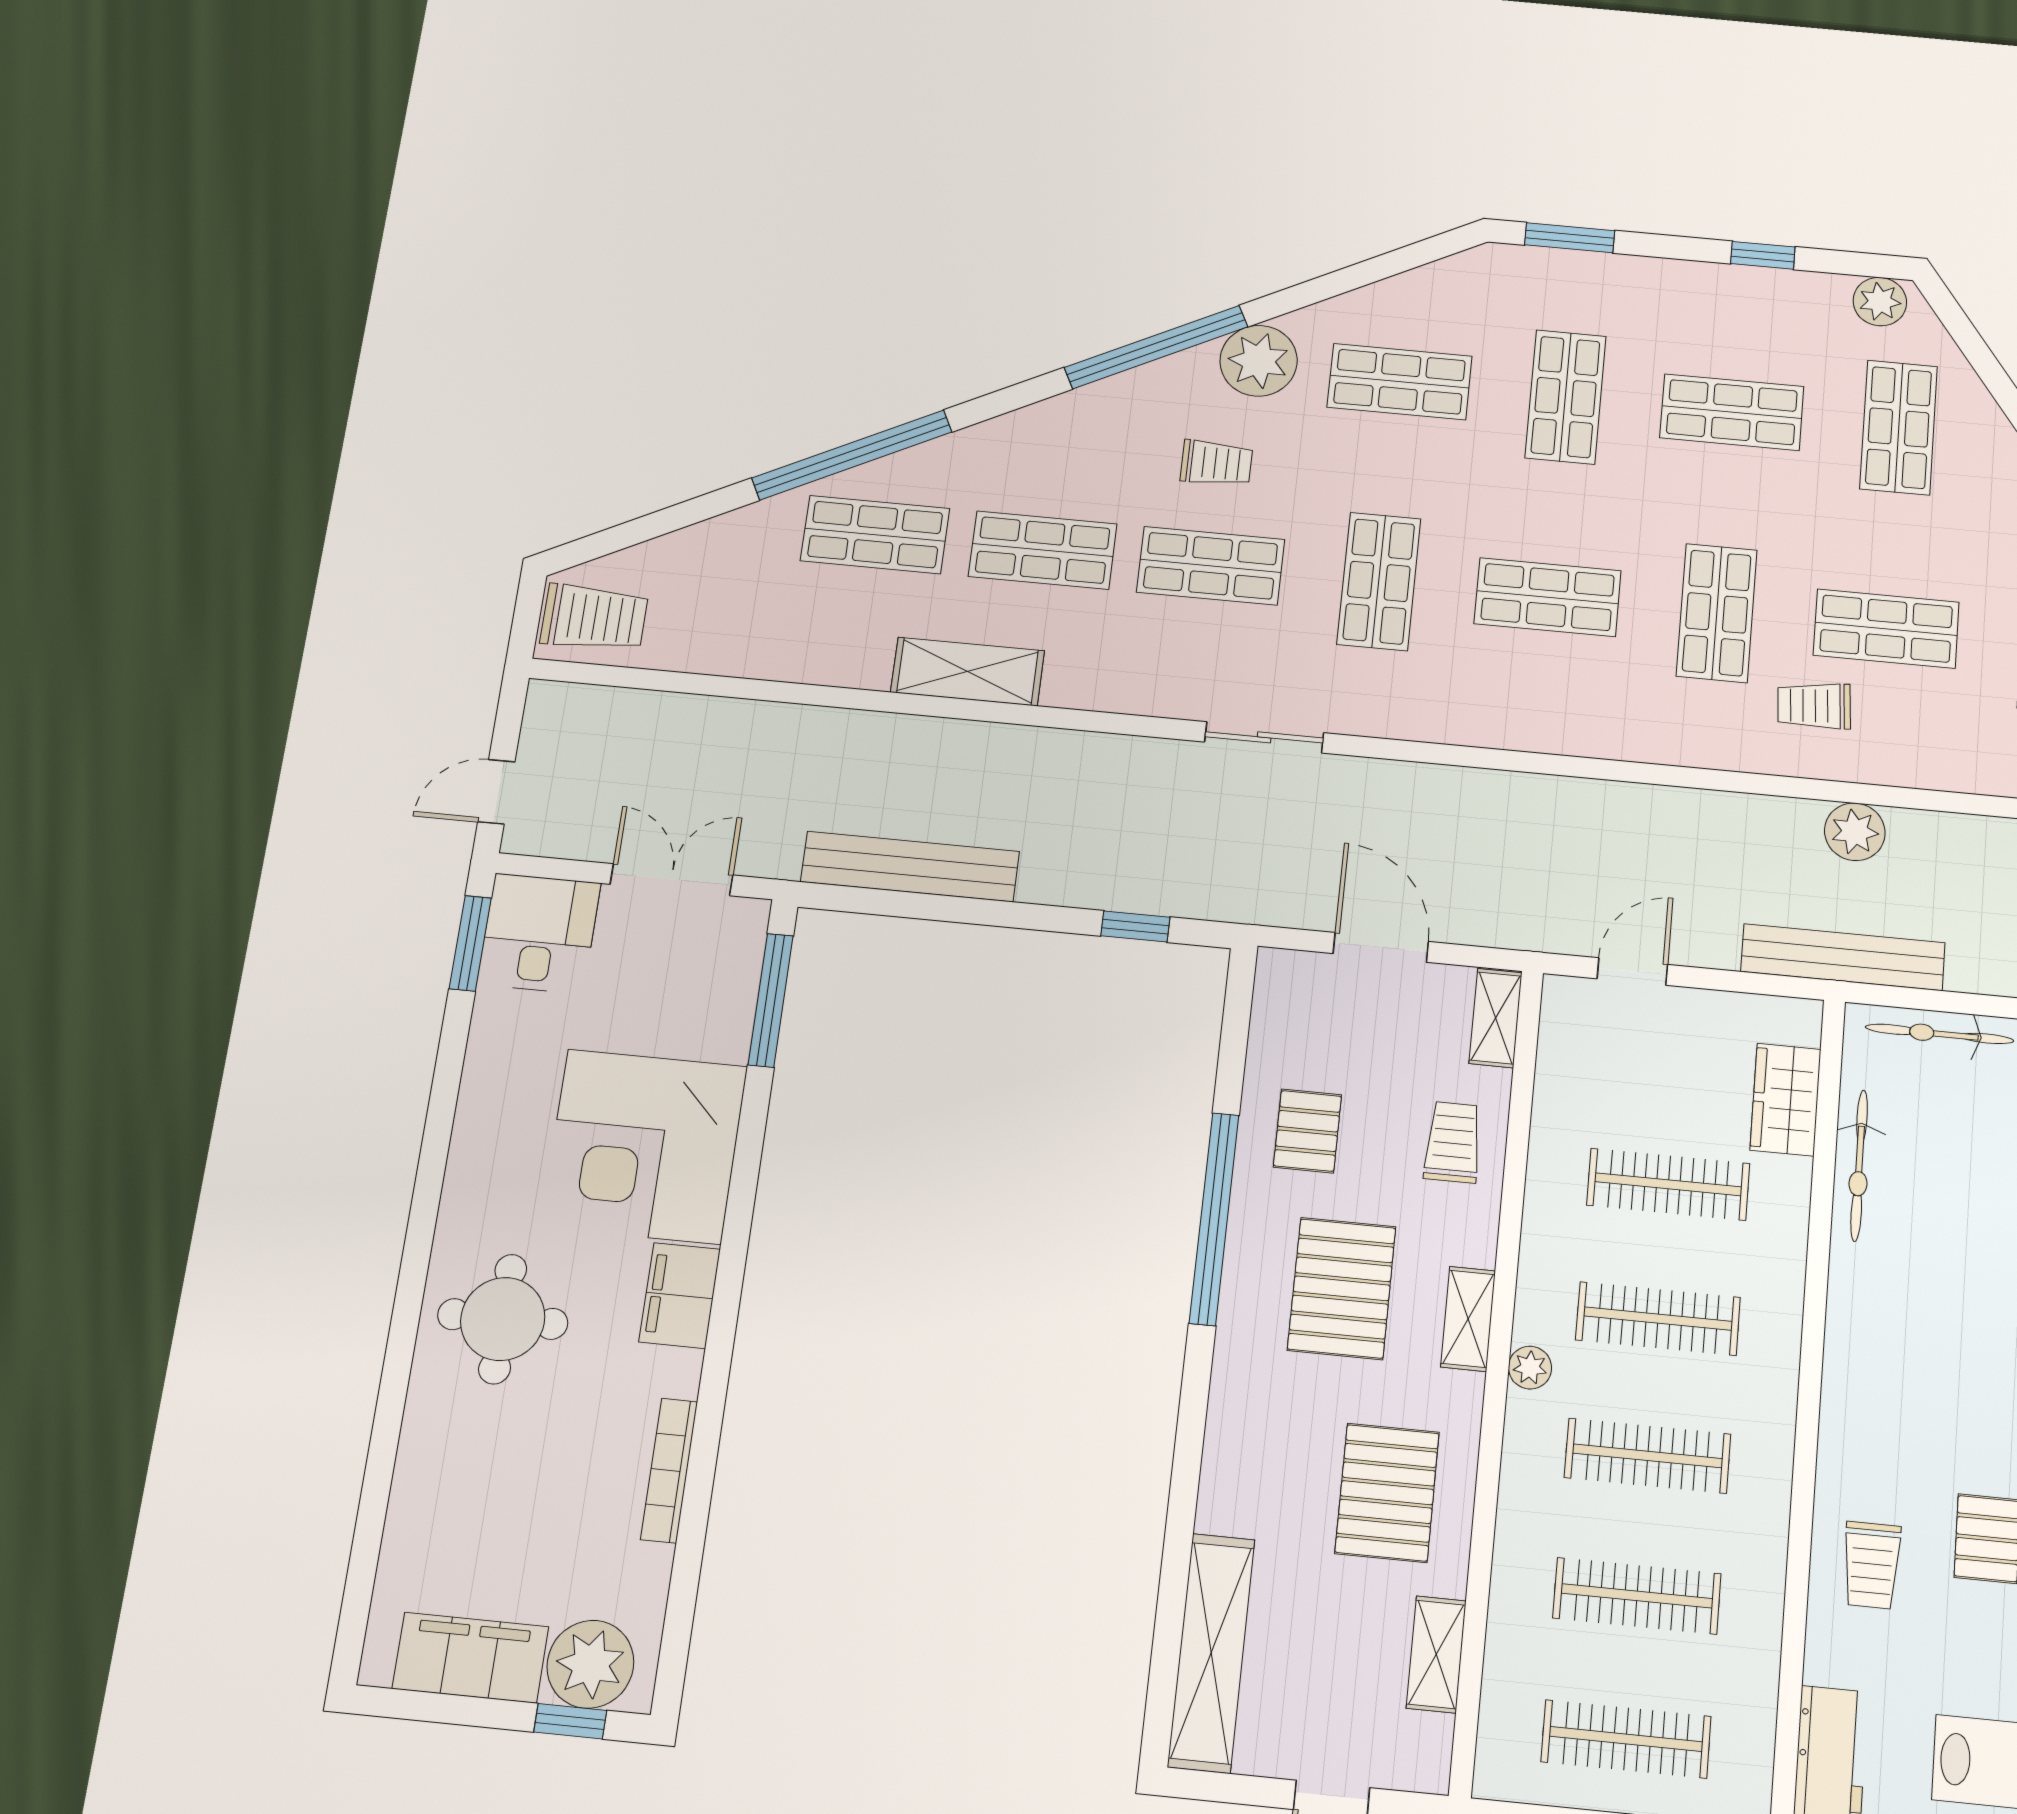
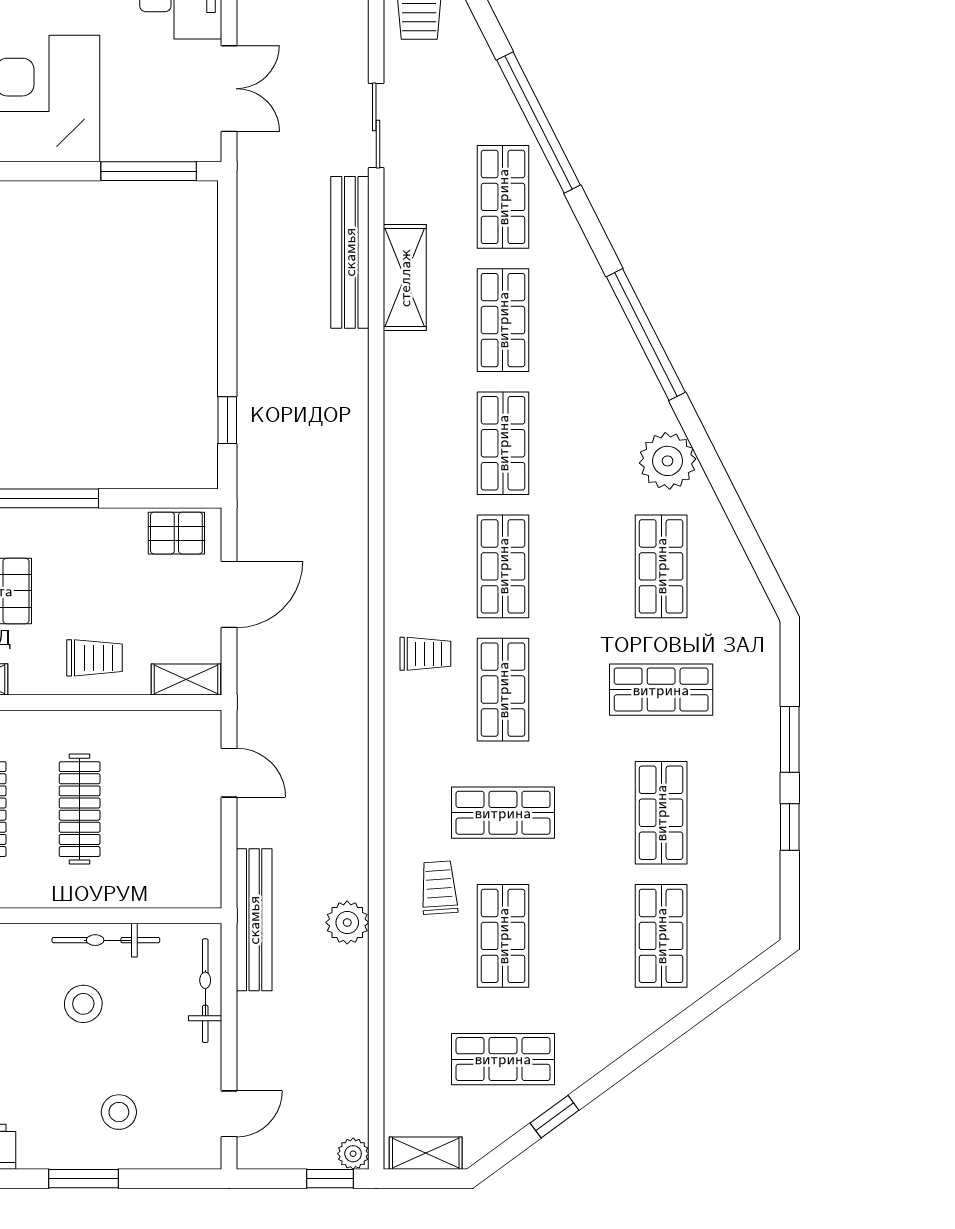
window: (1570, 238) -> (790, 739), moved
plant: (1880, 302) -> (761, 916), removed
window: (1156, 347) -> (646, 334), moved
shop shelf: (1899, 427) -> (661, 936), turned 90
window: (852, 455) -> (539, 123), moved
trolley: (1216, 463) -> (425, 654), moved, turned -90
shop shelf: (1379, 581) -> (503, 566), turned 90
sliding door: (1264, 737) -> (376, 126), moved
bench: (910, 867) -> (350, 252), moved
wardrobe: (1785, 1100) -> (148, 886), removed
pallet: (1307, 1131) -> (176, 533), moved
stool: (1949, 1206) -> (83, 1004), added

